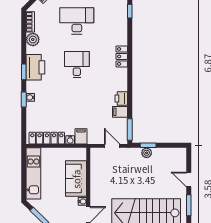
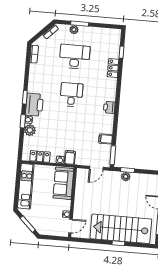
plant: (33, 40) -> (30, 130), moved
locker: (122, 56) -> (113, 68), moved
printer: (35, 67) -> (34, 105), moved
printer: (121, 99) -> (109, 107), moved
locker: (47, 138) -> (40, 156), width x0.66
door: (112, 146) -> (96, 168), swing flipped
sofa: (76, 179) -> (63, 183), moved

